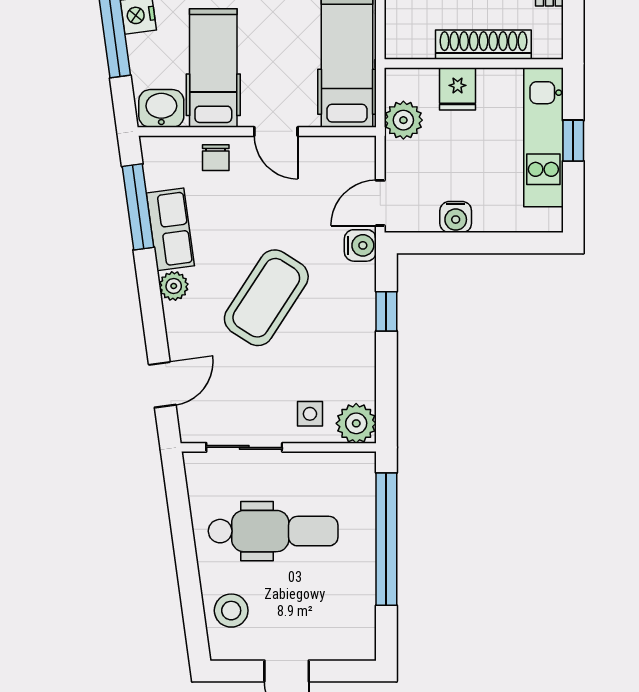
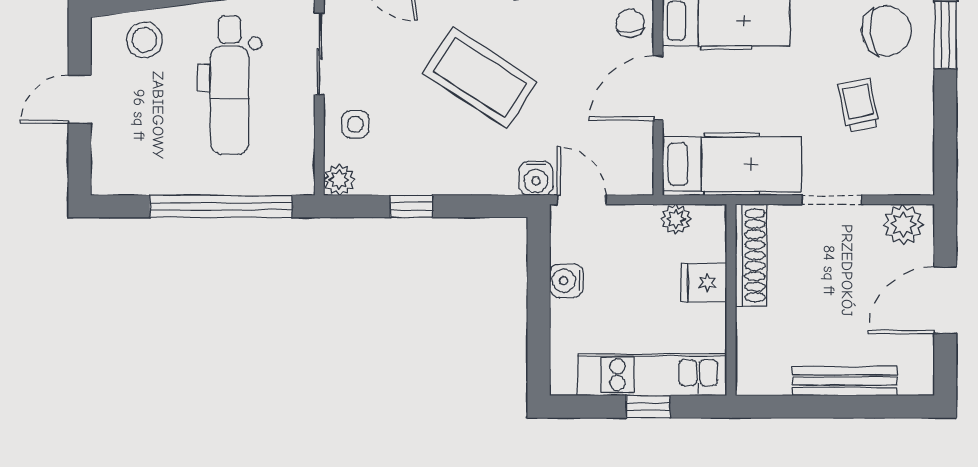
shoe rack: (483, 45) -> (751, 255), moved
plant: (403, 120) -> (676, 219), width x0.73, depth x0.73
door: (276, 131) -> (658, 88), width x1.38
chair: (216, 158) -> (630, 23), turned 86
window: (386, 311) -> (411, 206), moved
plant: (356, 423) -> (339, 180), width x0.73, depth x0.73

